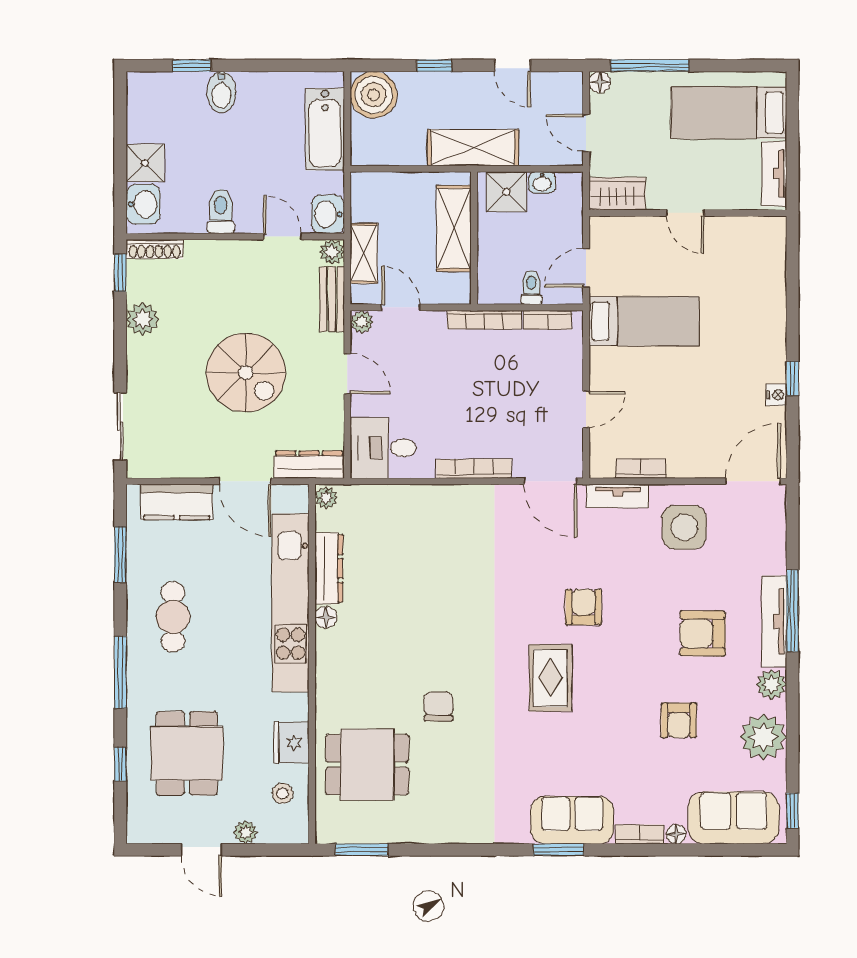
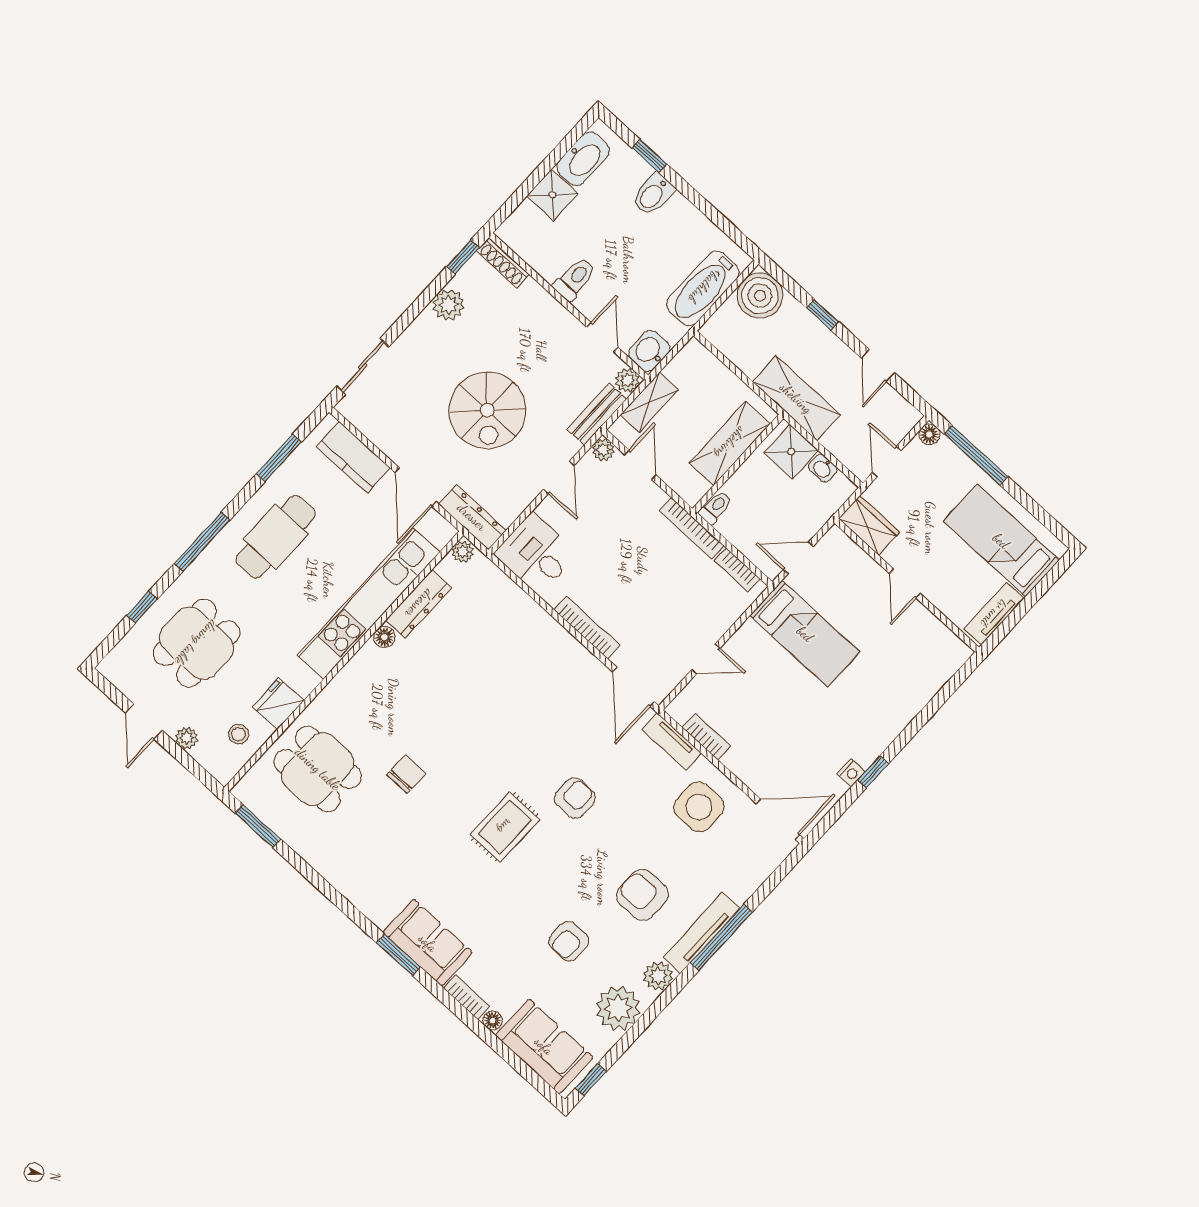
washbasin: (143, 204) -> (583, 159), moved, width x1.38
toilet: (531, 287) -> (715, 507), moved
cafe table: (173, 617) -> (276, 537), width x1.37, depth x1.35

